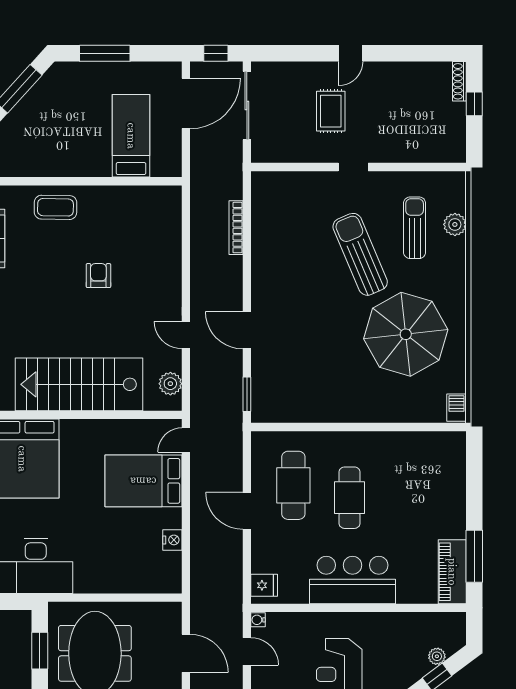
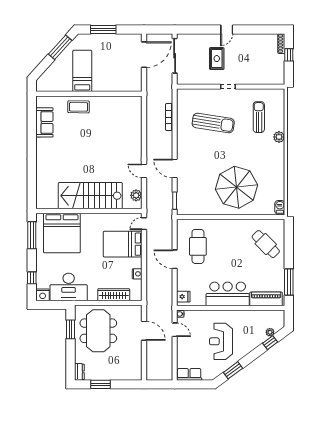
window: (216, 53) -> (159, 29), removed
bed: (131, 136) -> (82, 71), moved
plant: (455, 224) -> (279, 137), moved
sun lounger: (360, 254) -> (213, 123), moved, turned 122
armchair: (98, 276) -> (100, 141), removed
parasol: (406, 334) -> (237, 187), moved
cafe table: (350, 498) -> (266, 244), moved, turned -45
piano: (452, 572) -> (266, 299), moved, turned 90
wardrobe: (126, 581) -> (114, 295), added

